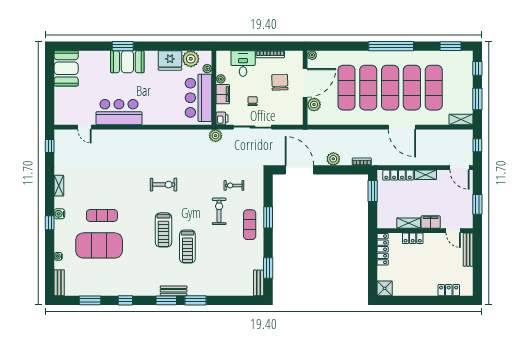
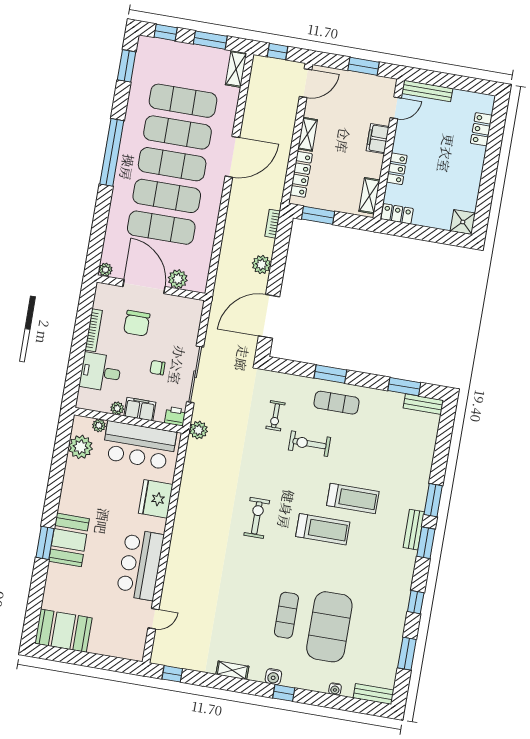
fridge: (170, 60) -> (156, 499), moved, turned 180
chair: (280, 82) -> (137, 323), turned -88
shelving: (409, 223) -> (369, 196), moved
locker: (383, 249) -> (397, 214), width x0.66

